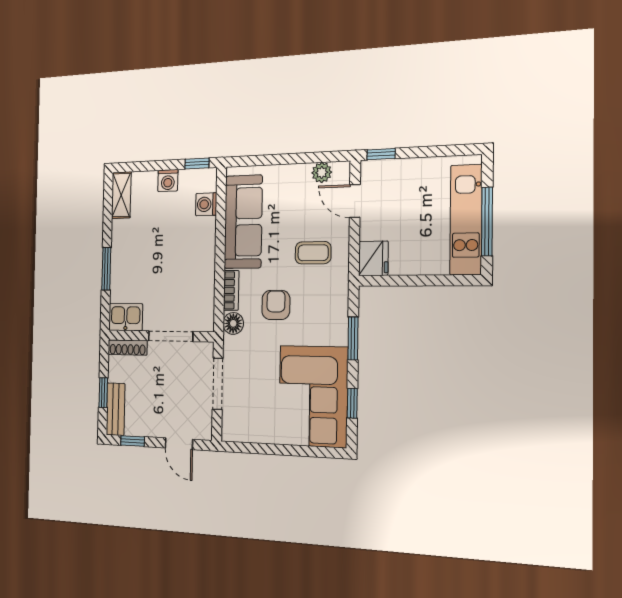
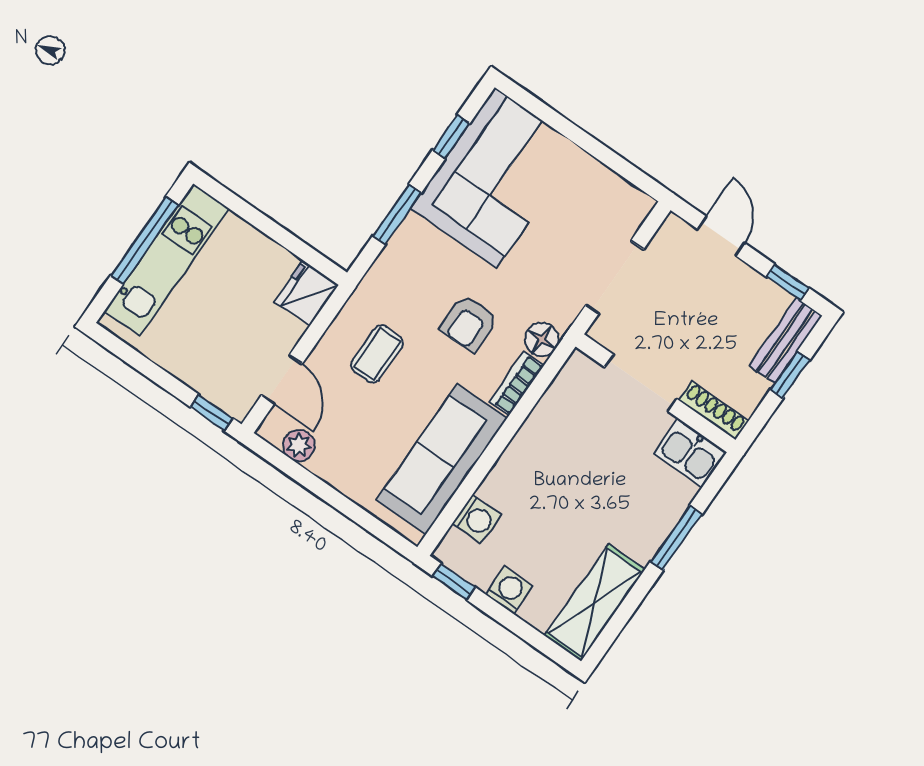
shelving: (121, 195) -> (595, 603), width x1.50, depth x1.33
coffee table: (313, 253) -> (377, 354), turned 90

